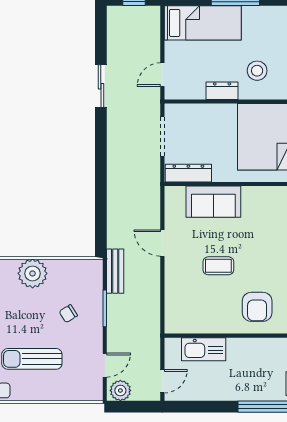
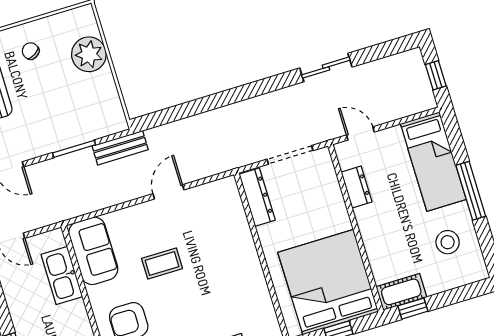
stool: (257, 71) -> (448, 242), moved
dresser: (222, 91) -> (357, 187), moved
sofa: (213, 202) -> (93, 251), moved, turned 180
coffee table: (218, 266) -> (162, 263), turned 90
chair: (68, 314) -> (31, 51), moved

